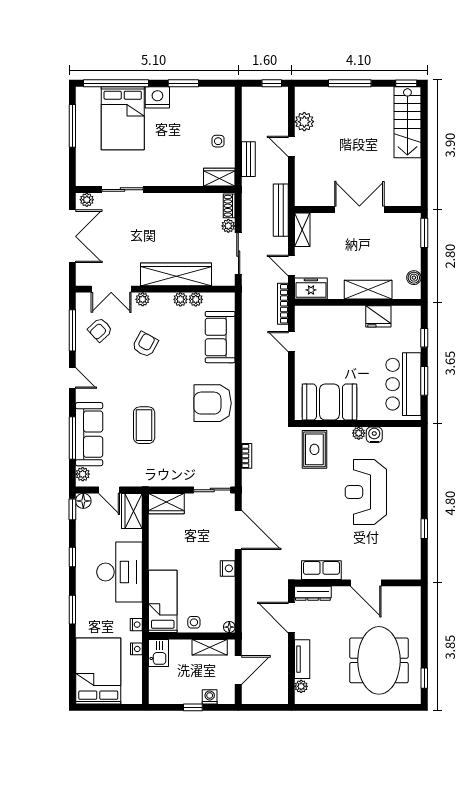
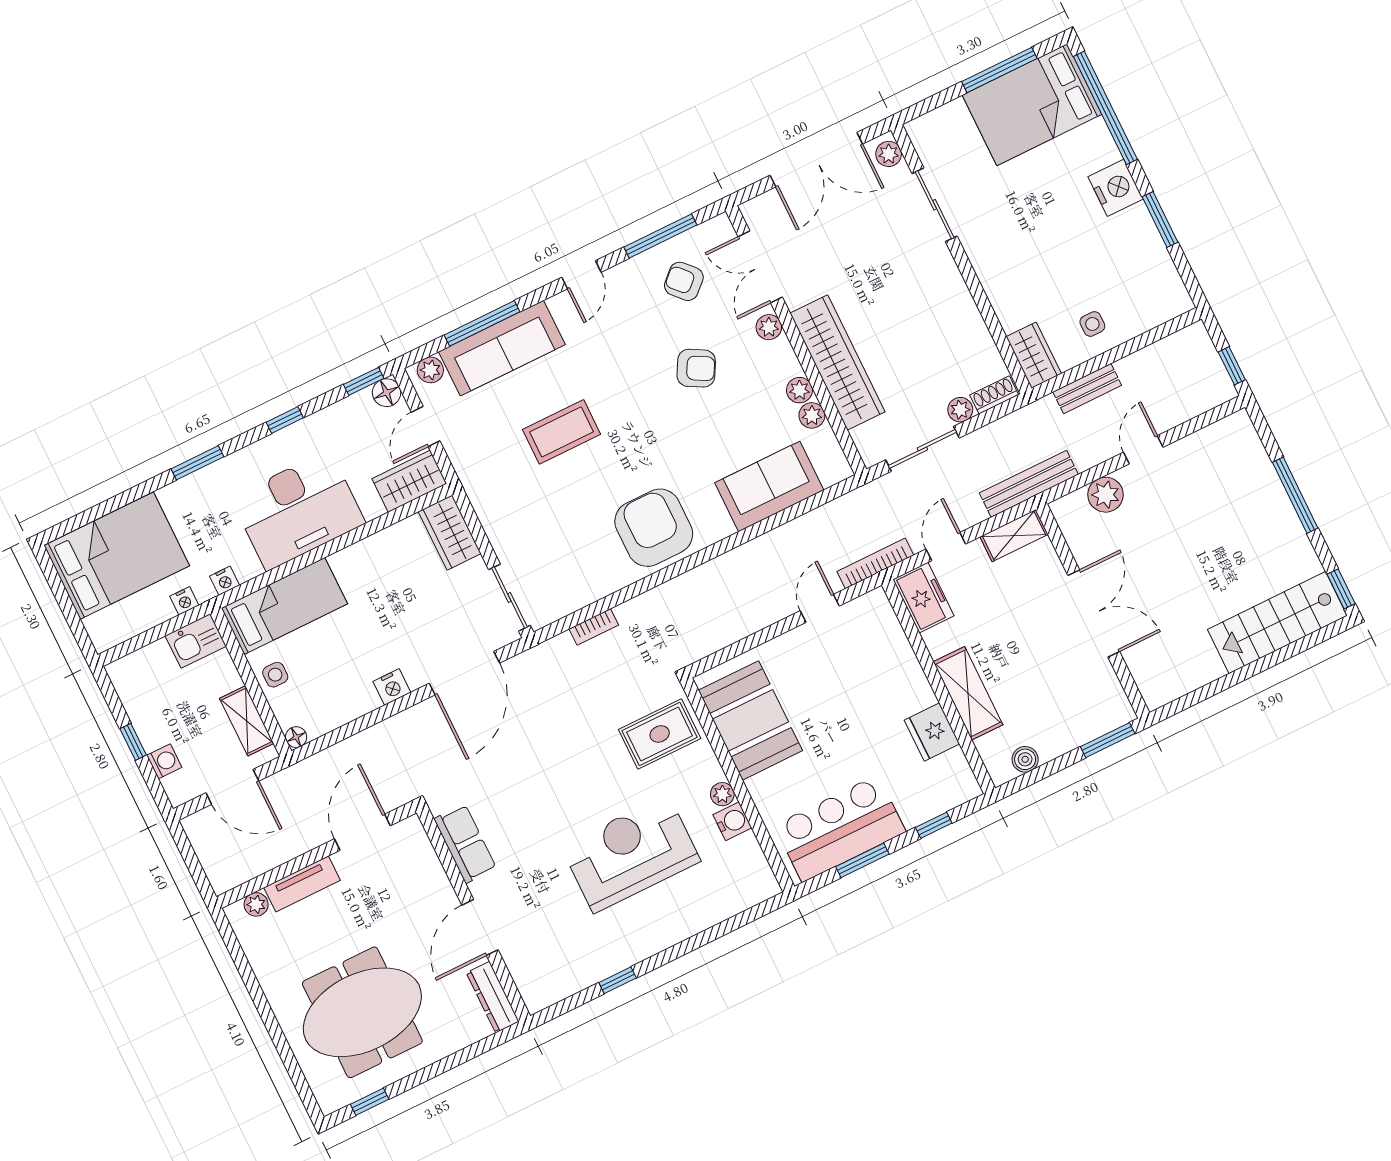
bed: (123, 118) -> (1032, 105), moved
plant: (304, 122) -> (1106, 495), moved
dresser: (313, 593) -> (493, 997), moved

